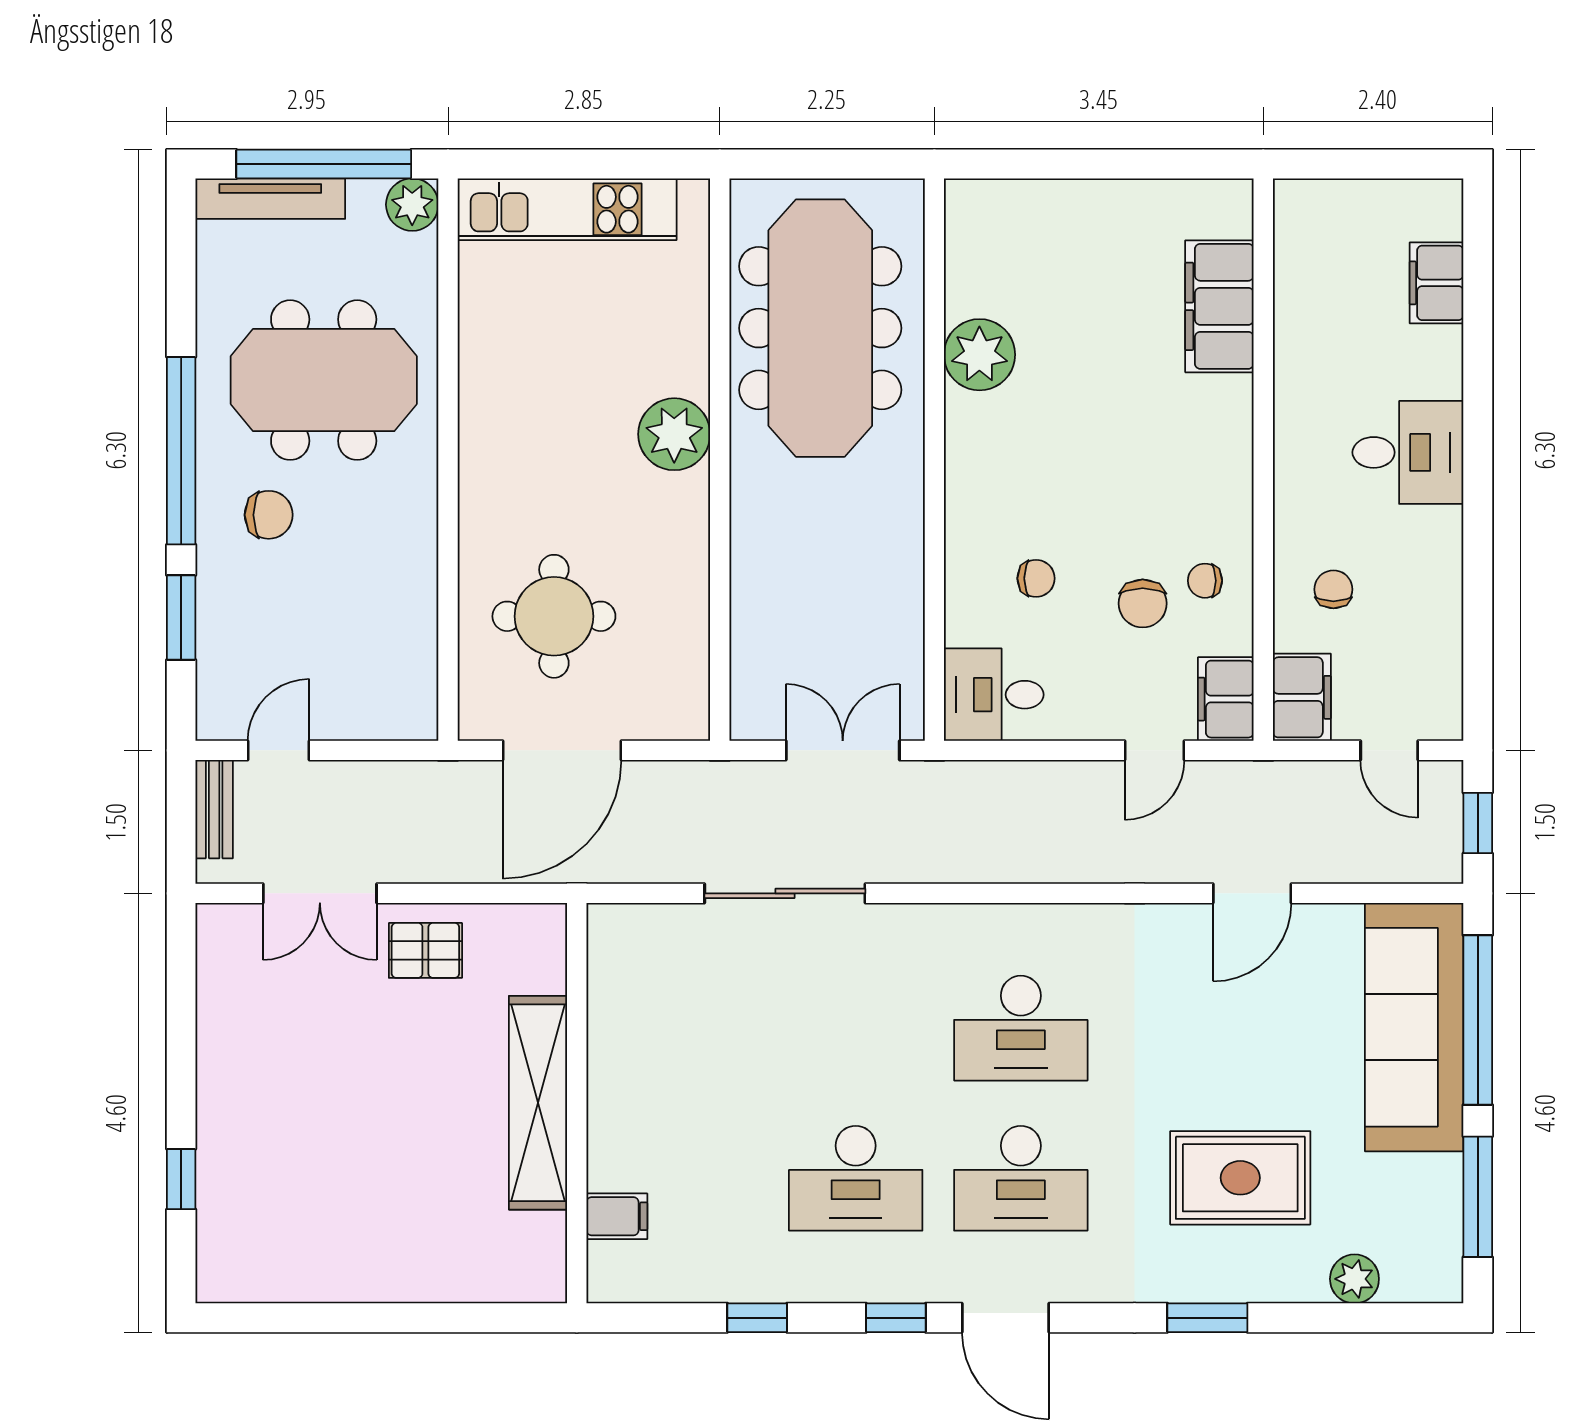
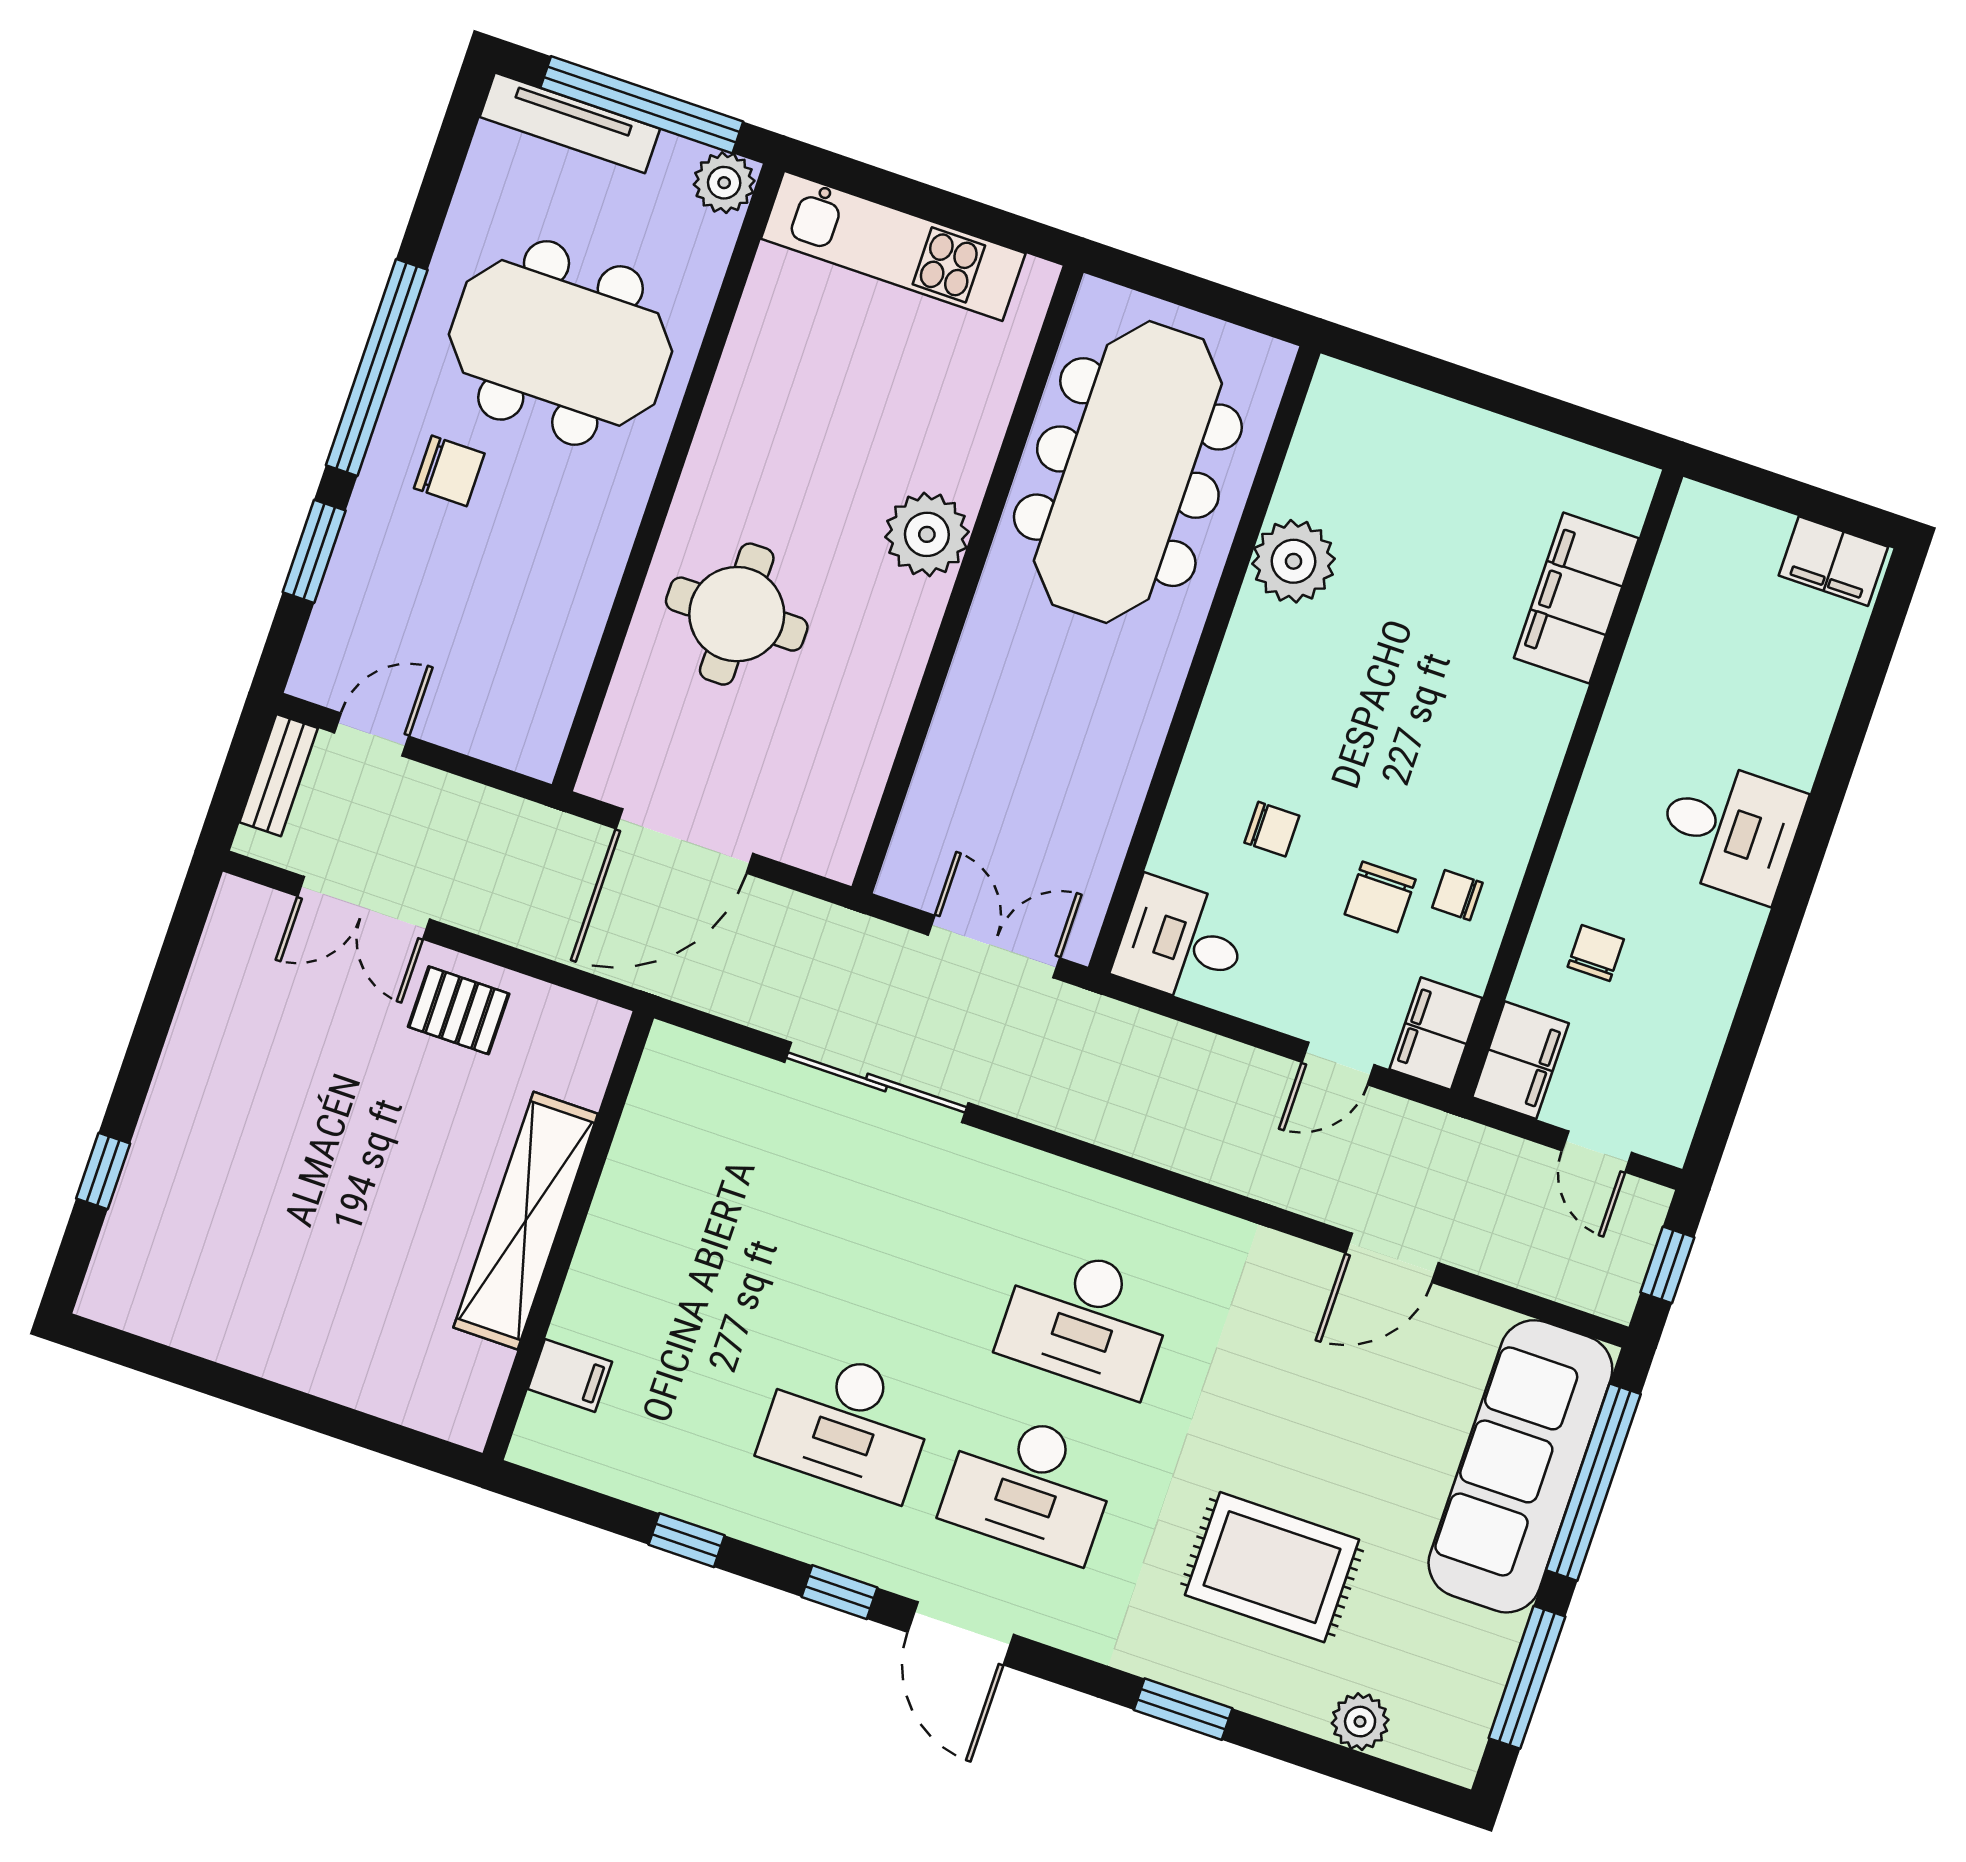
filing cabinet: (1437, 283) -> (1833, 561), moved, turned -90
round table: (554, 616) -> (737, 614), moved

